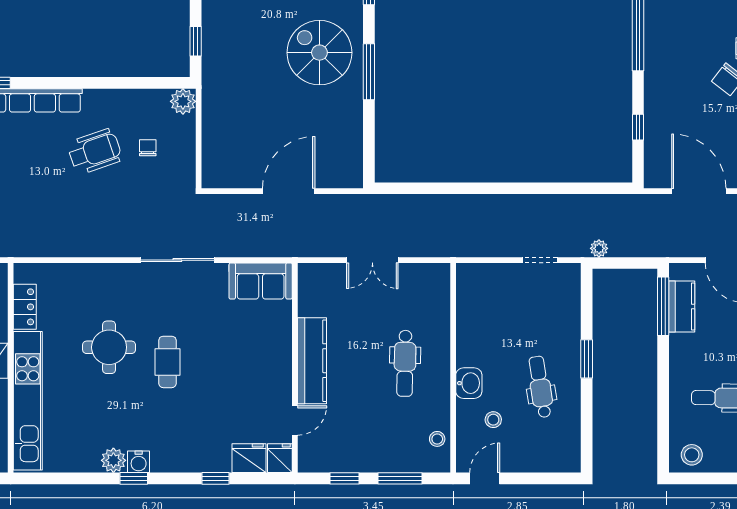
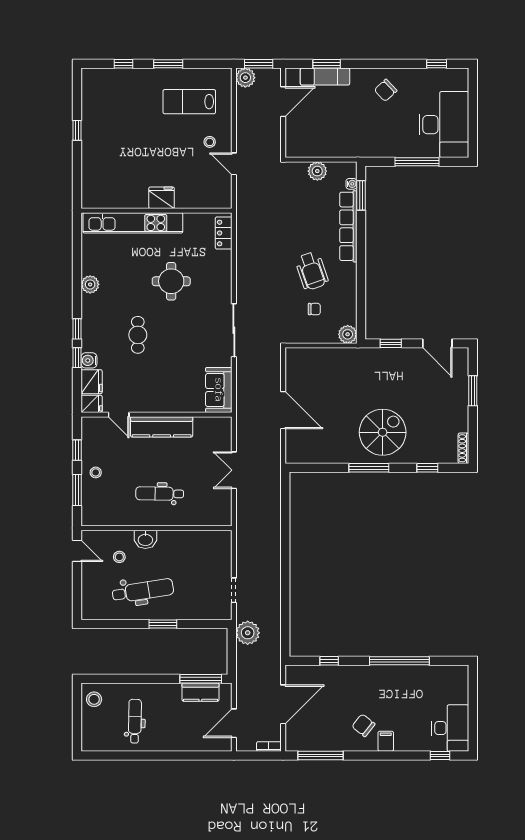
plant: (599, 248) -> (248, 633), width x1.88, depth x1.88
locker: (25, 307) -> (224, 233), moved, turned 90
cafe table: (167, 362) -> (138, 335), moved, turned 90
dental chair: (540, 387) -> (143, 591), width x1.36, depth x1.38
stool: (437, 439) -> (96, 472), moved
water cooler: (139, 462) -> (89, 360), moved
window: (134, 478) -> (77, 329), moved

